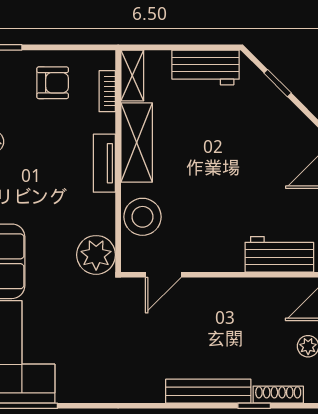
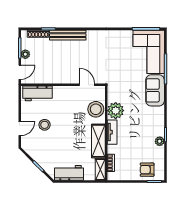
armchair: (53, 83) -> (147, 170), moved
stool: (263, 180) -> (45, 125), added
plant: (96, 255) -> (116, 111), moved
door: (163, 275) -> (87, 85), hinge flipped

